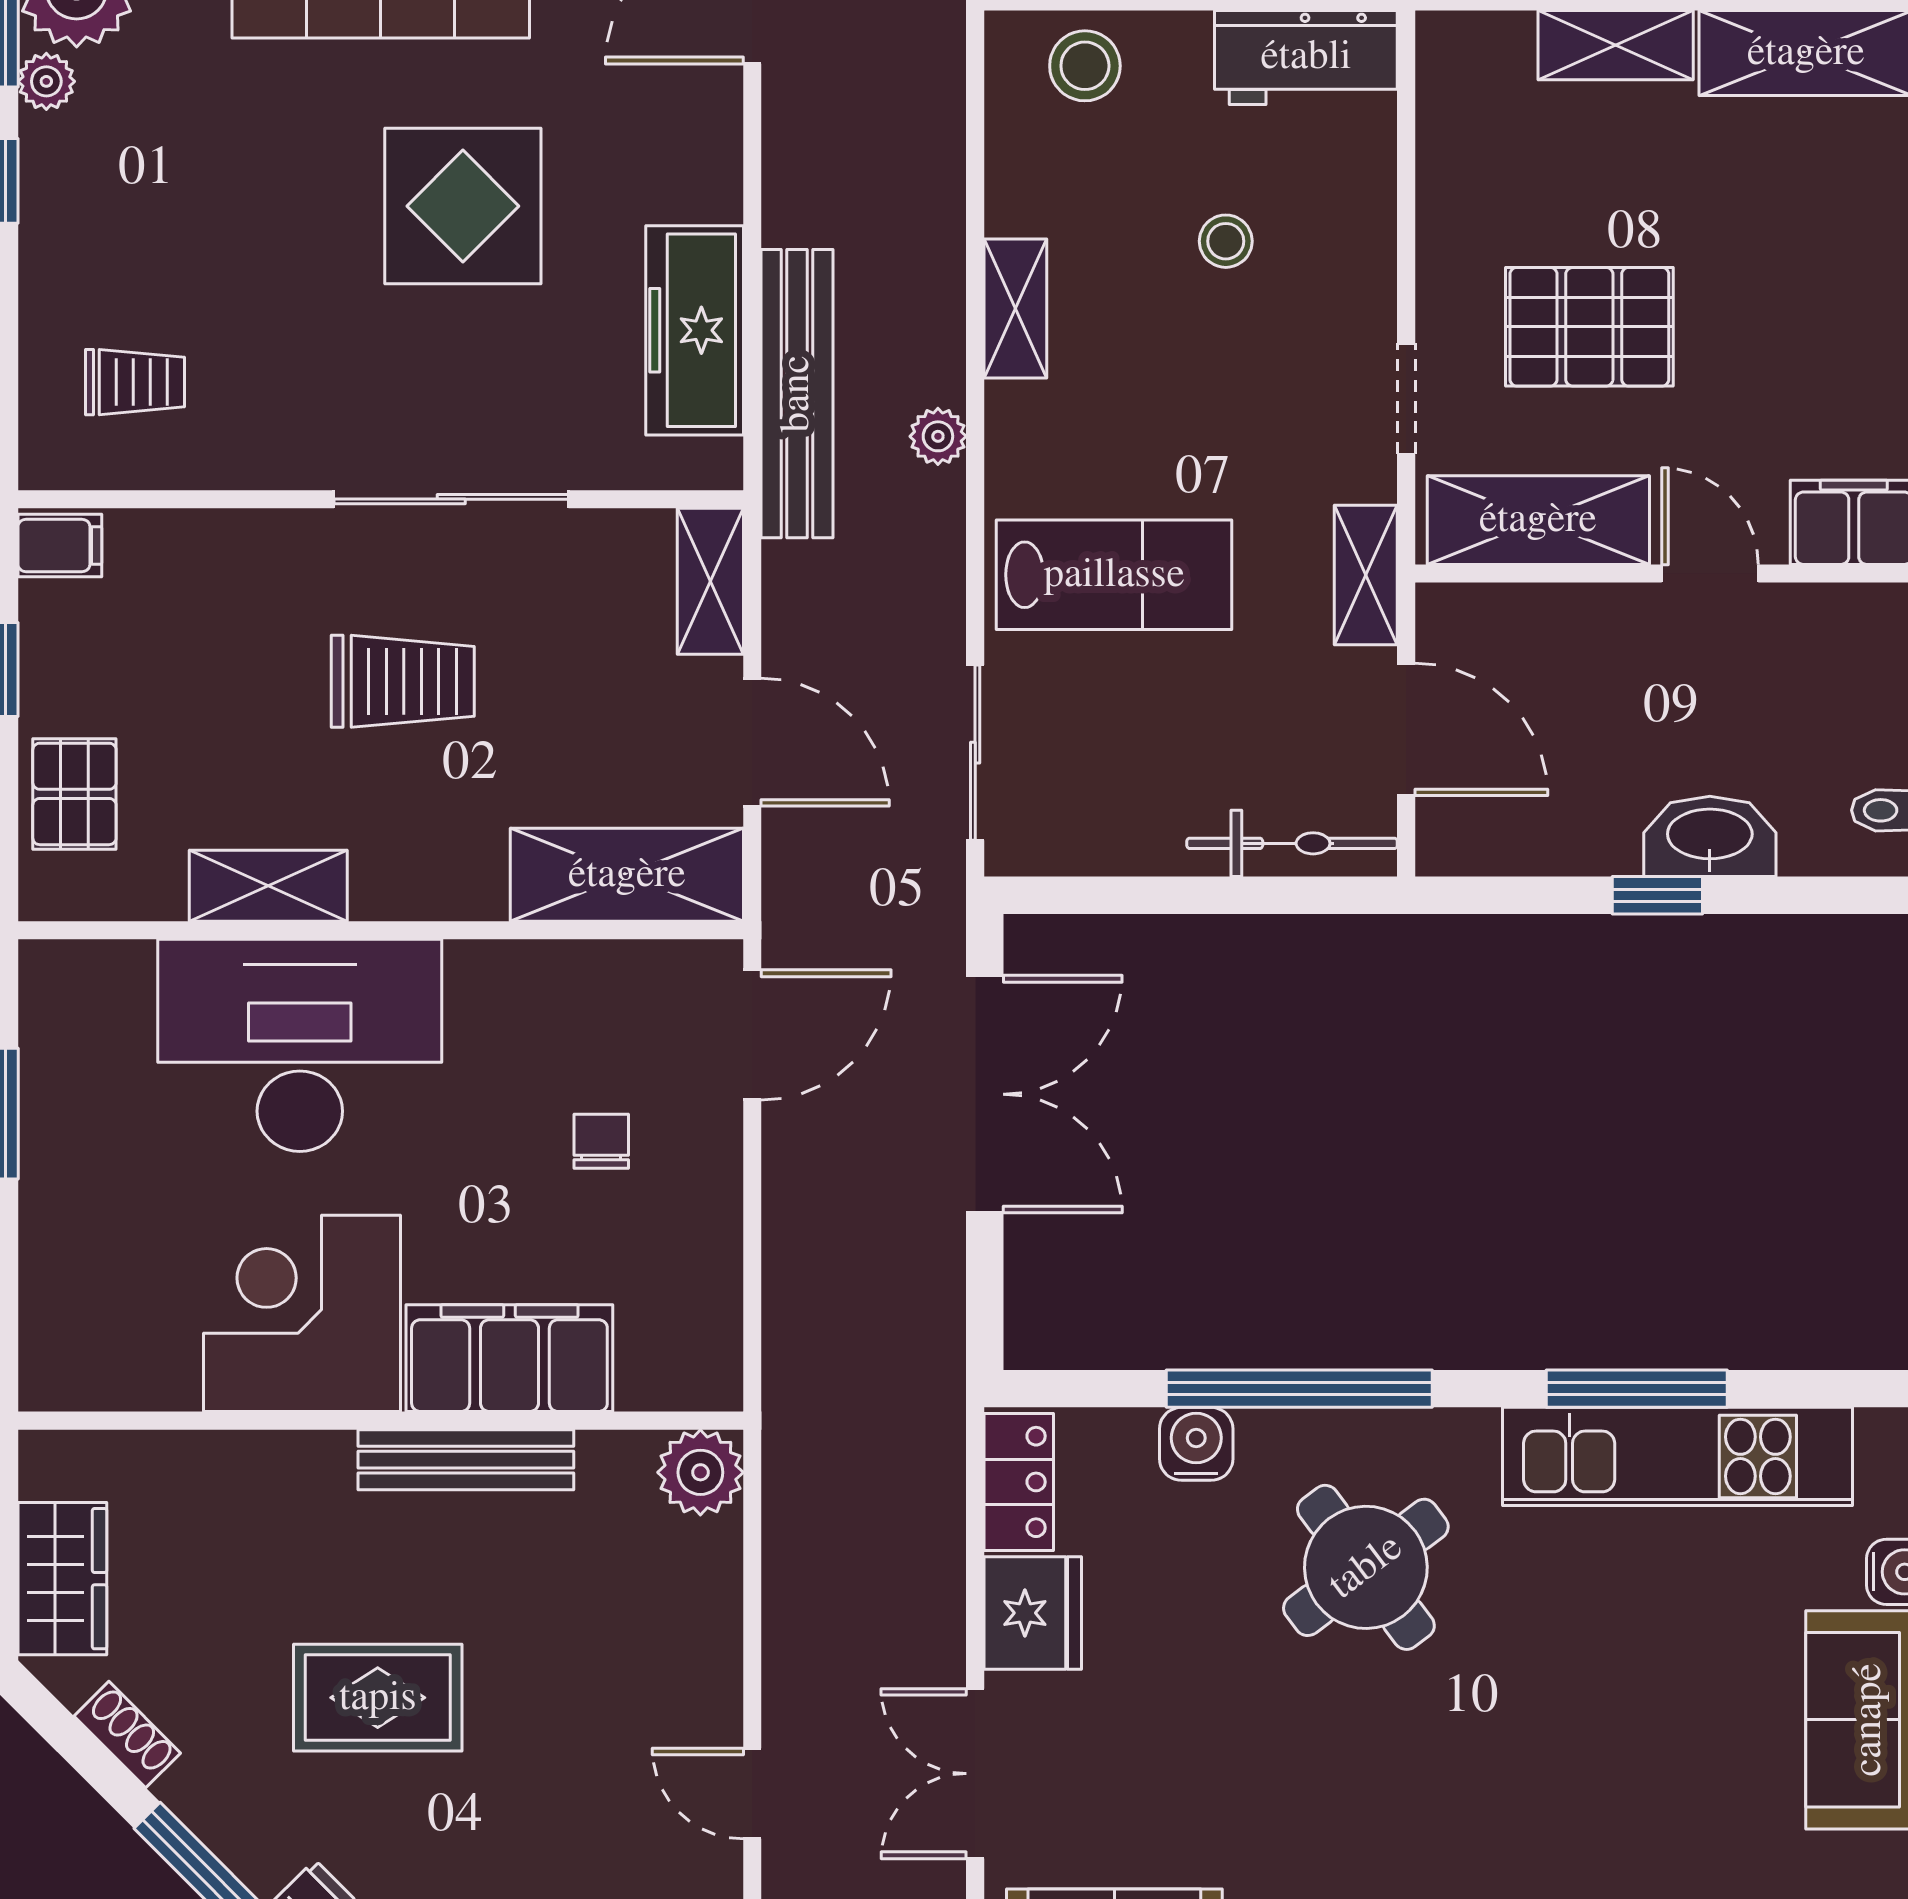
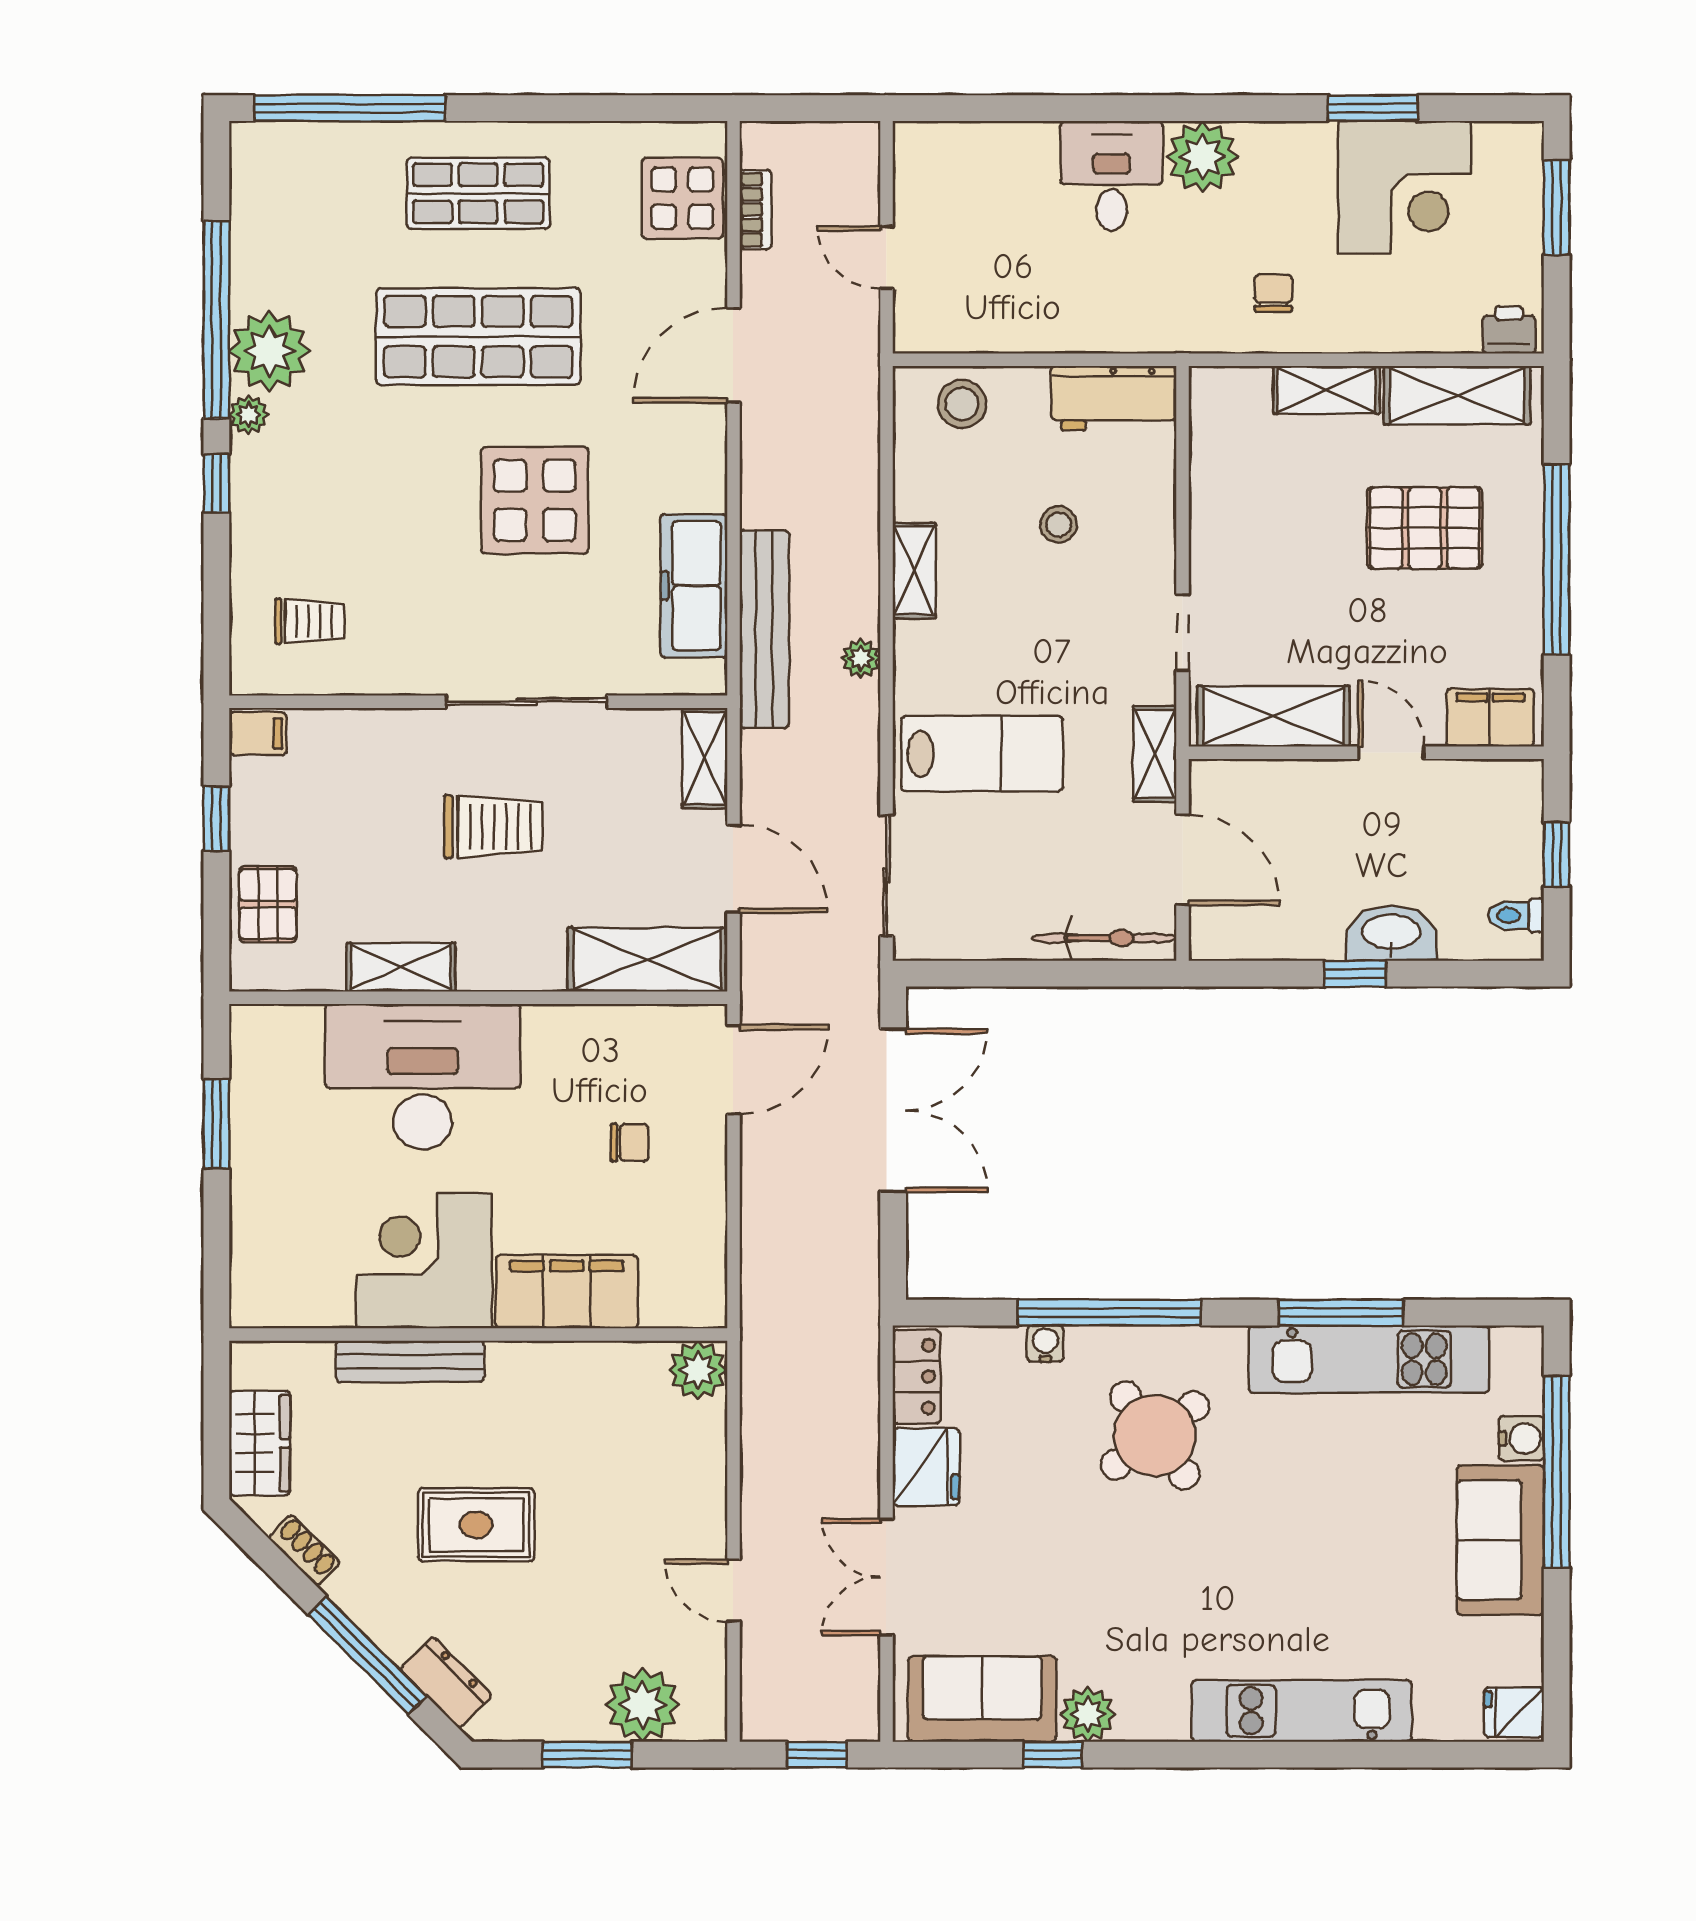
pallet: (1589, 327) -> (1425, 528), moved
chair: (601, 1141) -> (630, 1143), turned 90
water cooler: (1196, 1444) -> (1045, 1344), width x0.72, depth x0.72
bench: (466, 1460) -> (410, 1361), moved

